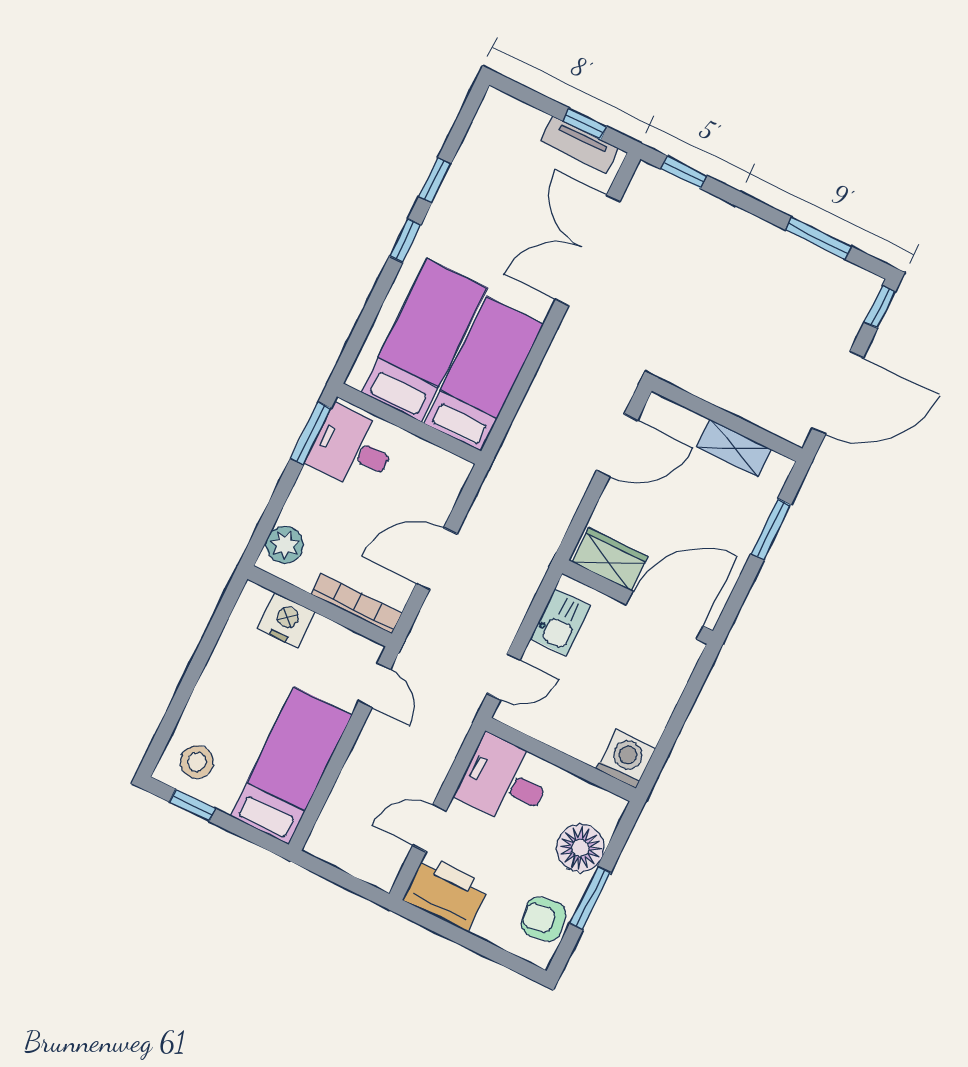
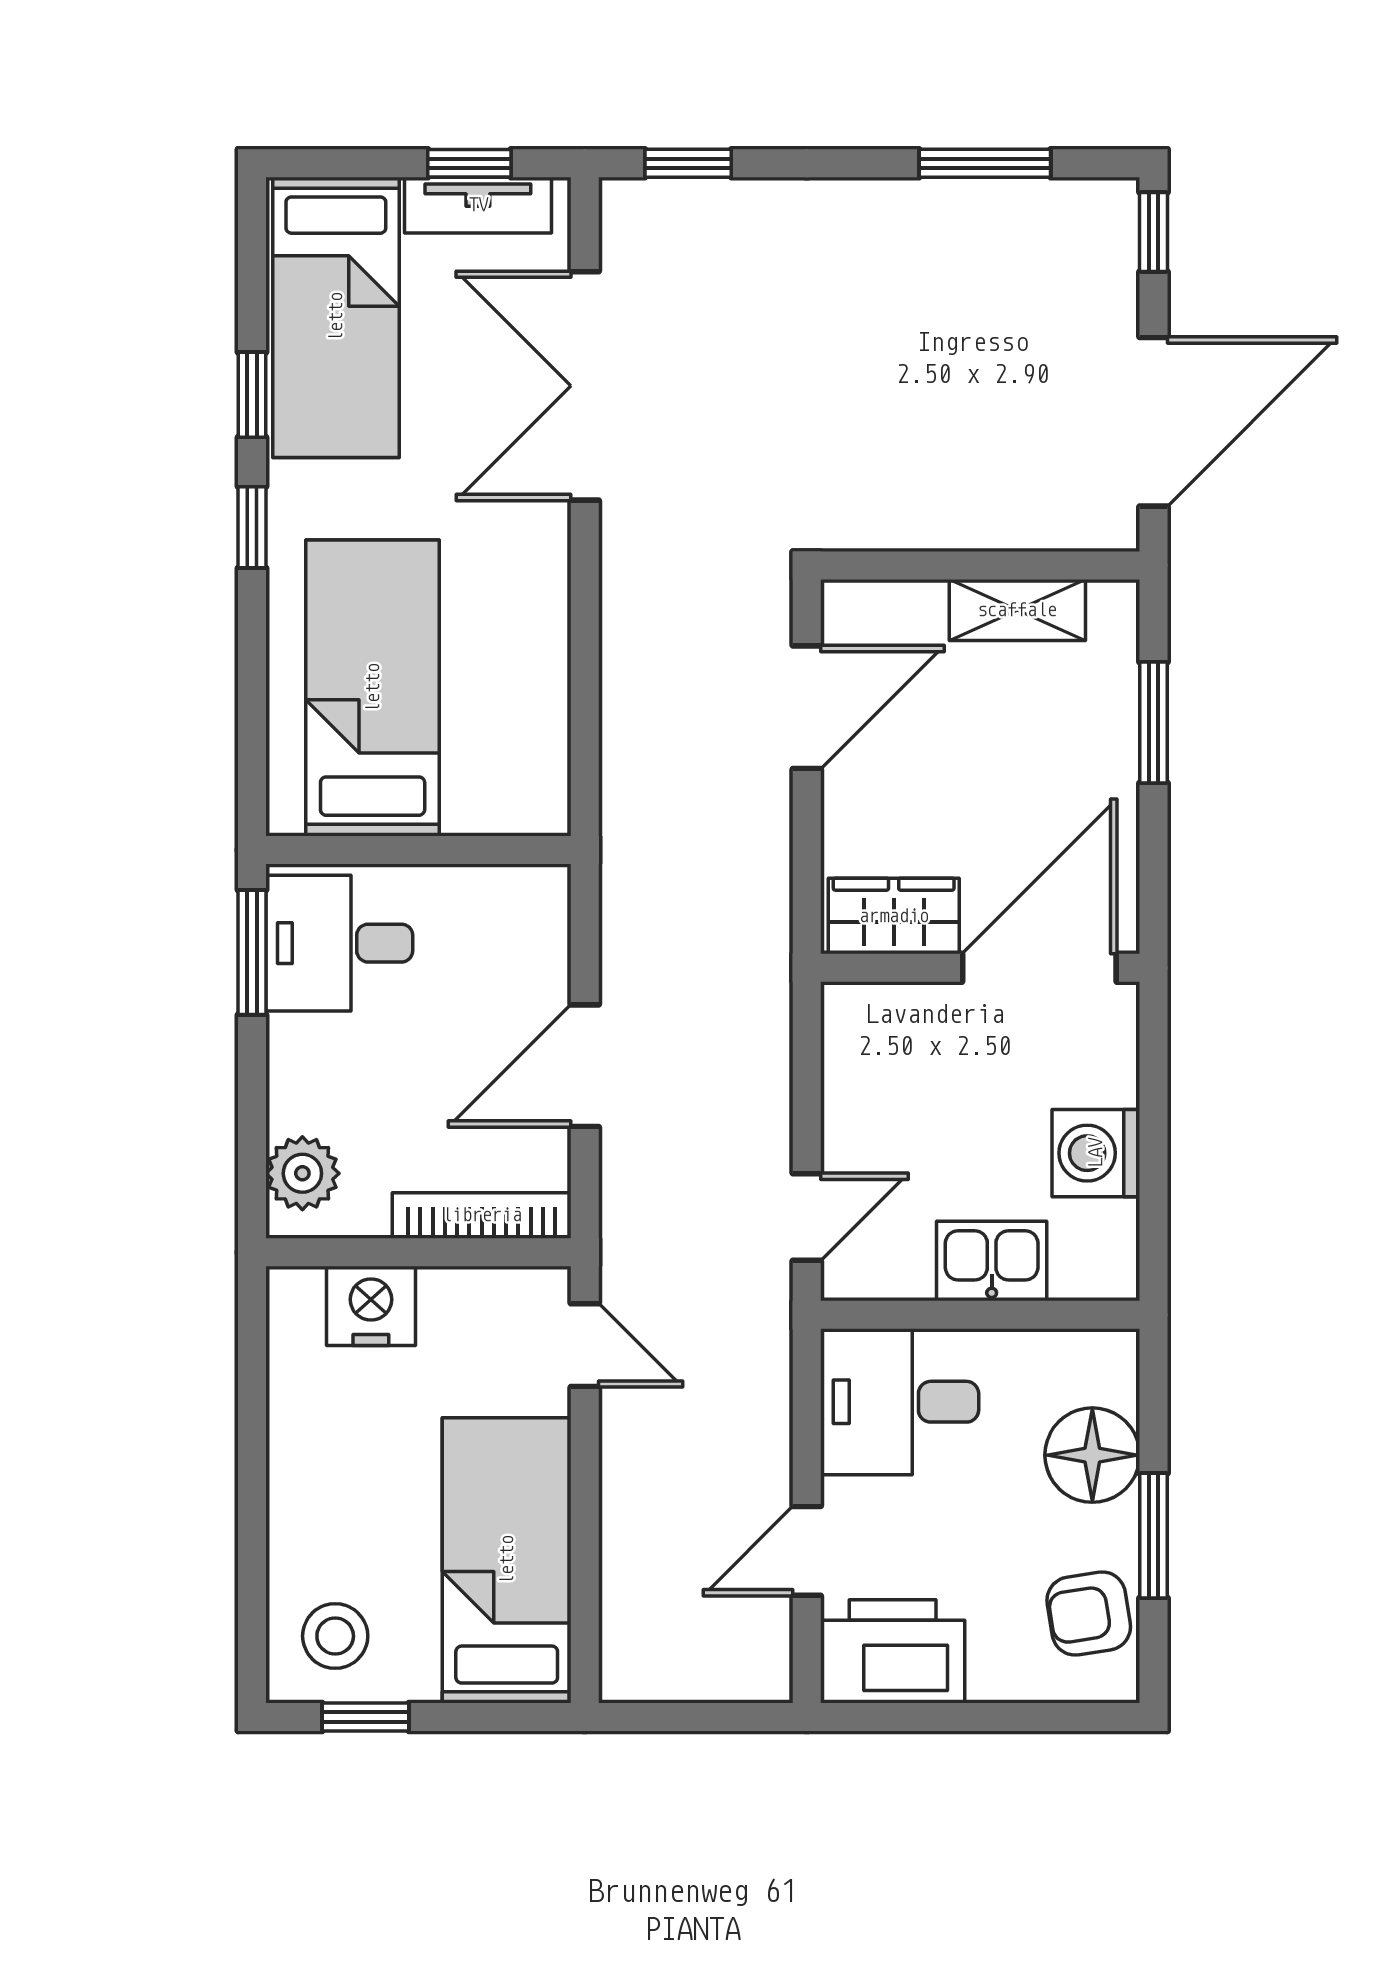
bed: (484, 374) -> (336, 317), moved, turned 180
kitchen sink: (561, 622) -> (992, 1261), moved, turned -90
washing machine: (626, 759) -> (1096, 1153), moved, turned -90

